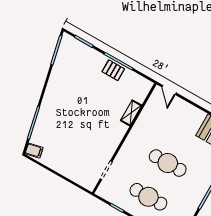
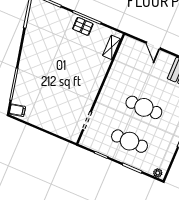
door: (169, 90) -> (153, 46), moved
shelving: (131, 113) -> (112, 47), moved

